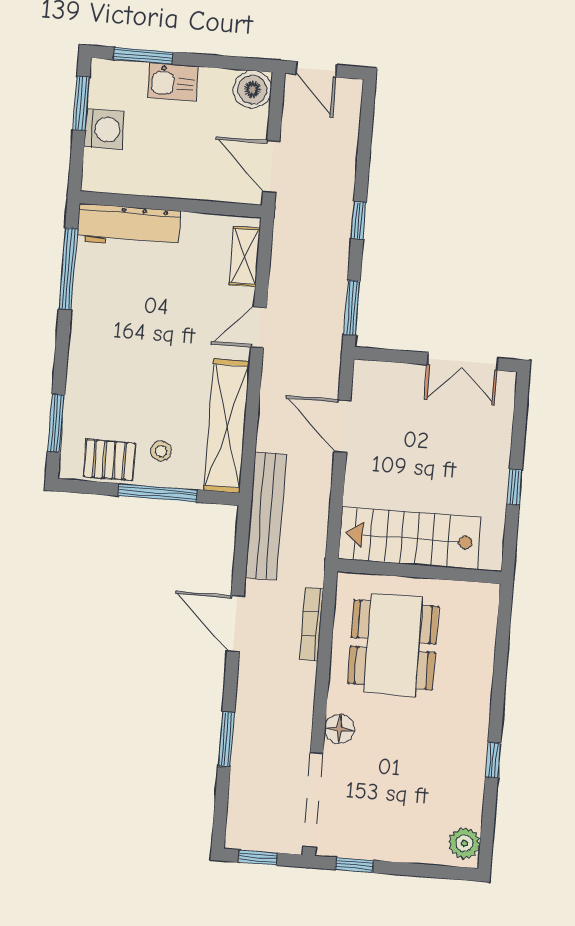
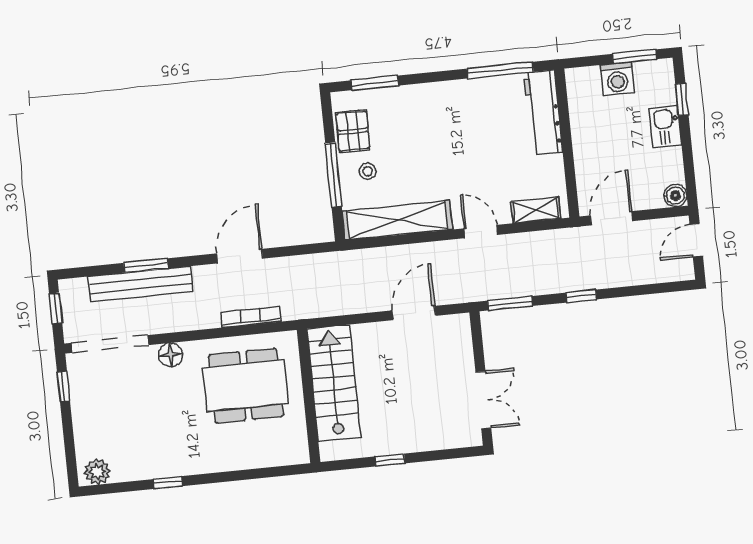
window: (143, 56) -> (682, 99), width x0.67
boiler: (252, 89) -> (675, 195), width x0.73, depth x0.73
double door: (463, 361) -> (483, 400), swing flipped
bench: (266, 516) -> (141, 284), moved

